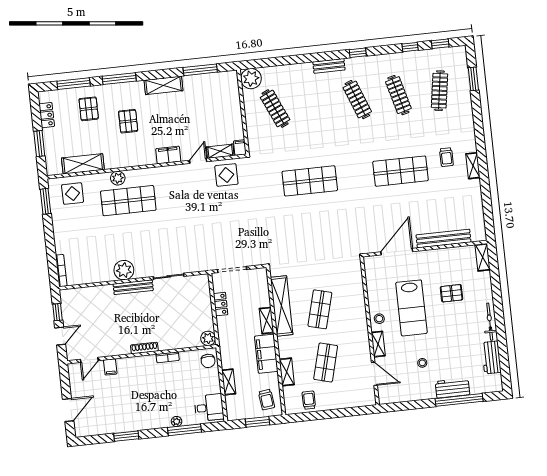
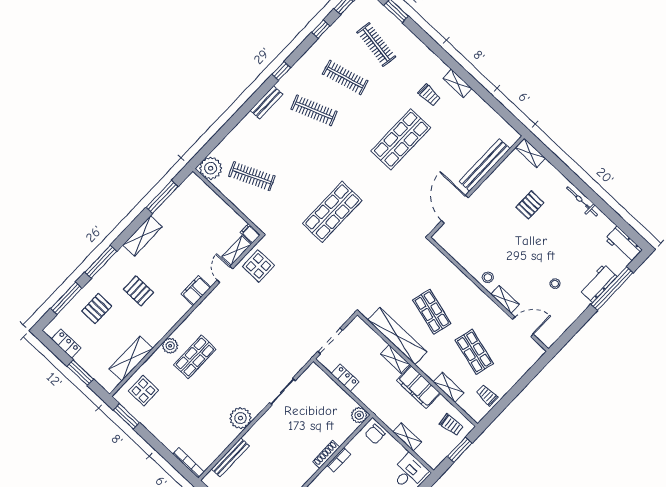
pallet: (89, 109) -> (97, 309), turned 90
shop shelf: (128, 201) -> (195, 357), width x0.70, depth x0.74
bench: (133, 287) -> (230, 457), moved
lab bench: (411, 308) -> (507, 246), removed
shoe rack: (144, 348) -> (326, 454), moved
workbench: (491, 357) -> (624, 244), moved
chair: (208, 361) -> (375, 434), turned 90

